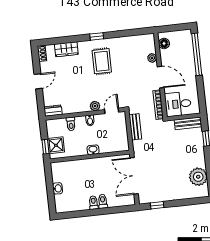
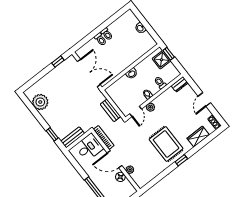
floor lamp: (164, 43) -> (120, 177), moved
rug: (102, 61) -> (166, 144), width x1.36, depth x1.43

